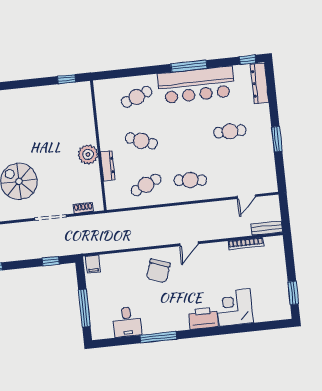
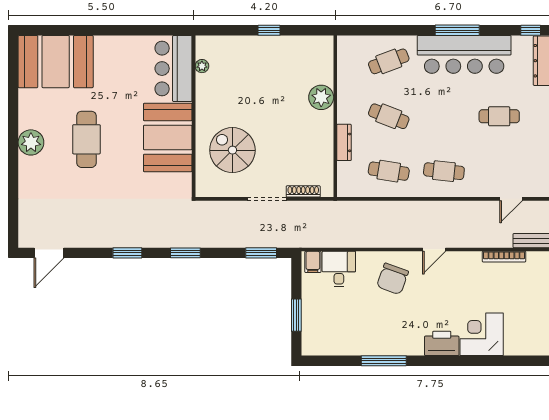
window: (67, 79) -> (269, 30), moved
plant: (88, 154) -> (321, 97), moved
cafe table: (146, 185) -> (389, 171), turned 33
shoe rack: (83, 208) -> (303, 191), width x1.43
window: (51, 261) -> (261, 253), width x1.50
window: (84, 308) -> (296, 315), width x0.69
desk: (127, 322) -> (339, 269), moved, turned 180

